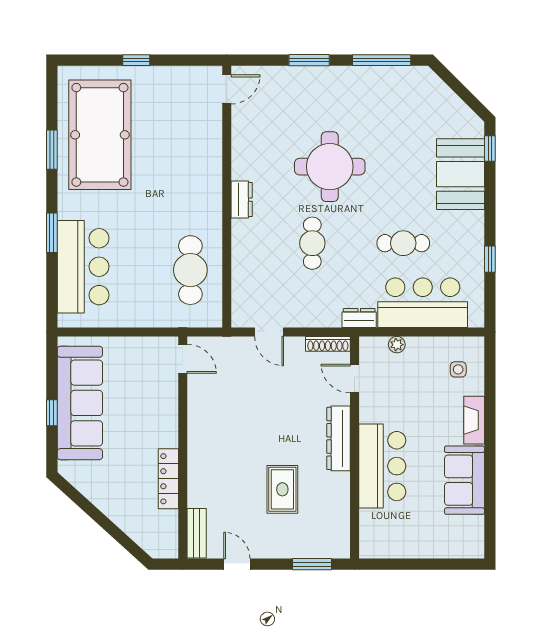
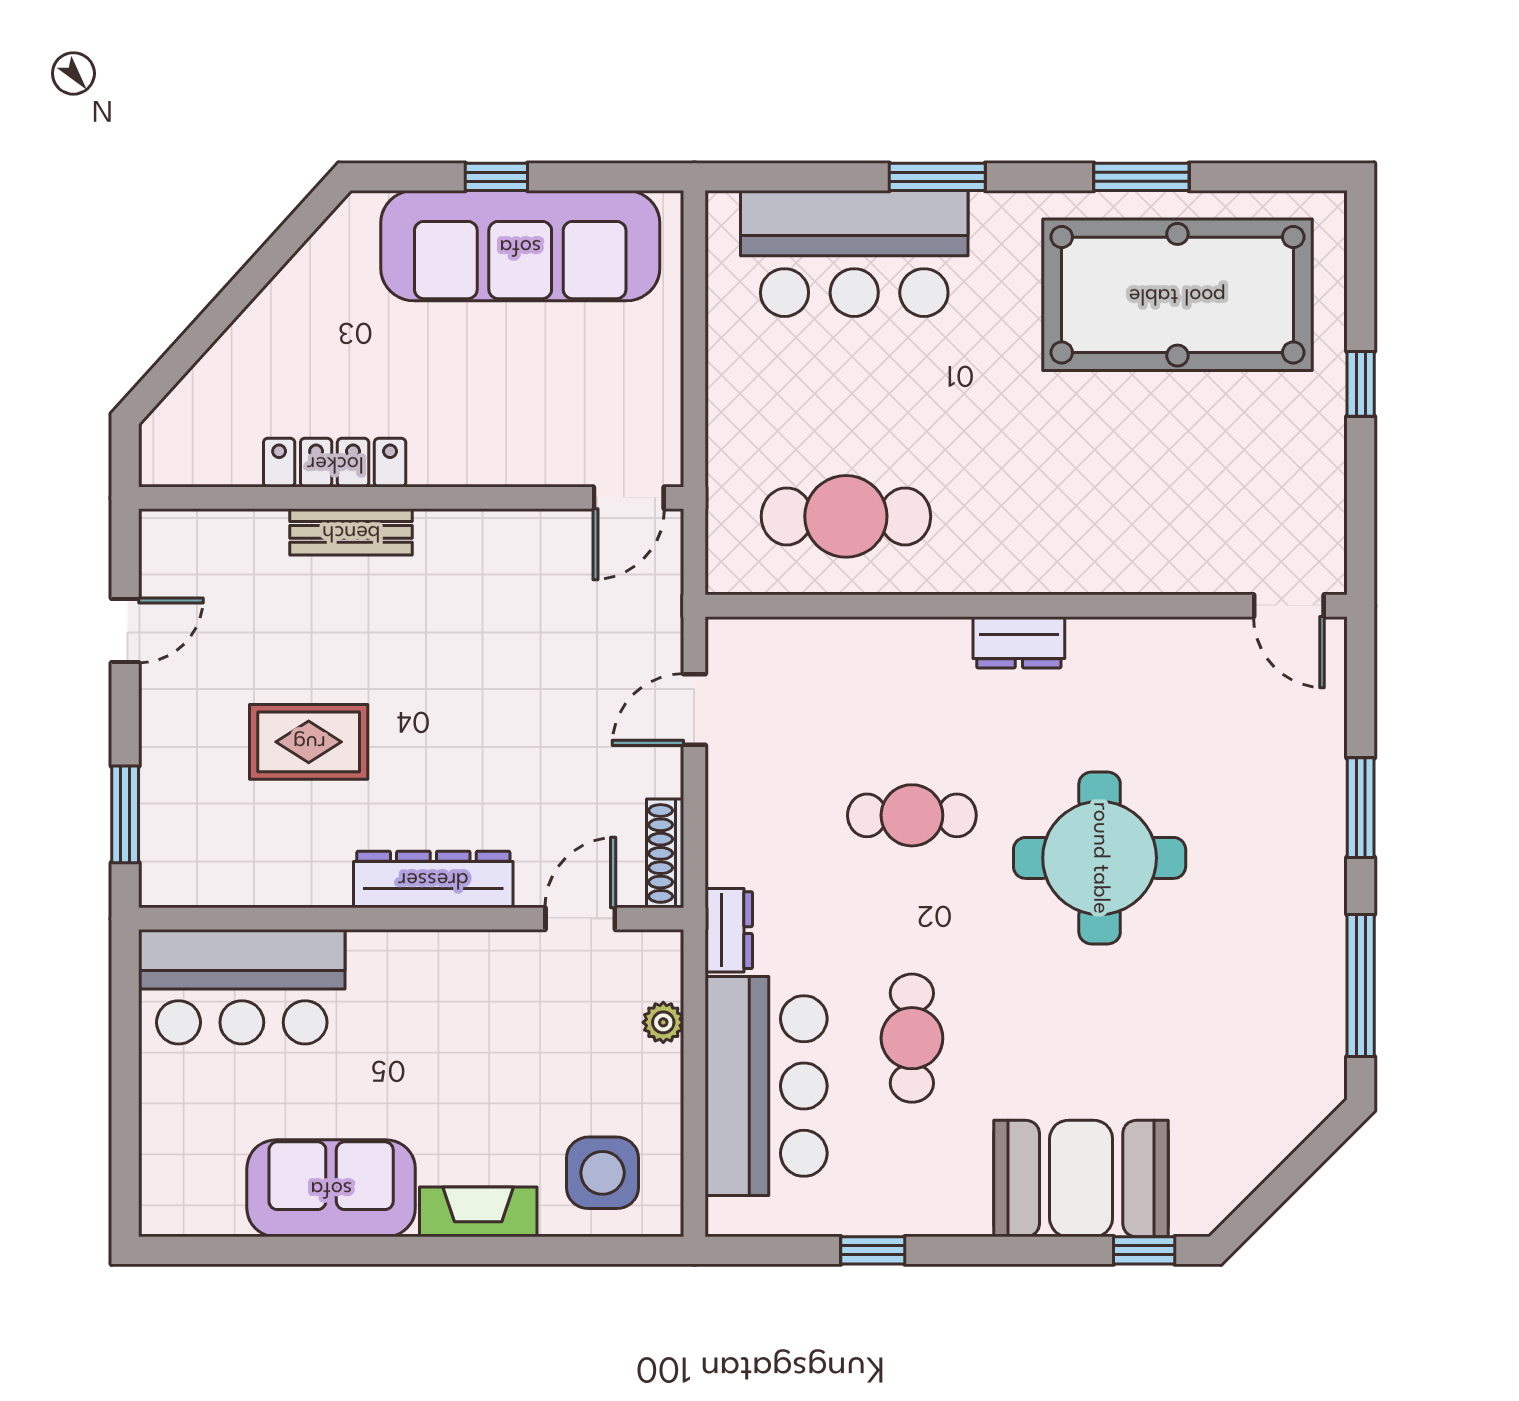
side table: (458, 369) -> (603, 1173), width x1.87, depth x1.87
bar counter: (382, 466) -> (242, 987), moved
bench: (197, 533) -> (351, 532), moved

